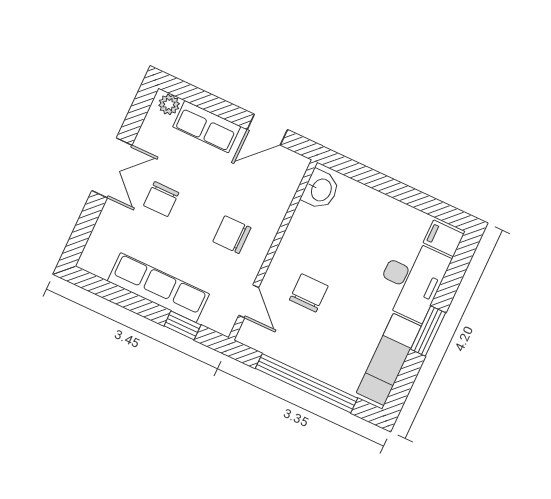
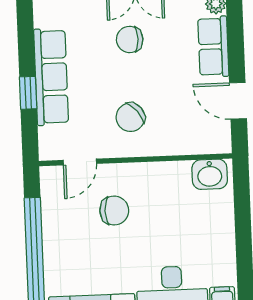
chair: (232, 235) -> (130, 117), turned -129
window: (182, 325) -> (28, 93), moved

